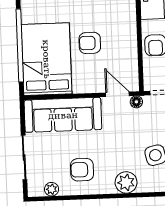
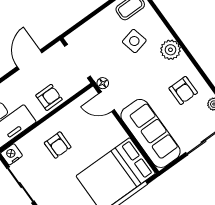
armchair: (90, 43) -> (58, 145), moved
door: (117, 94) -> (107, 102), hinge flipped

